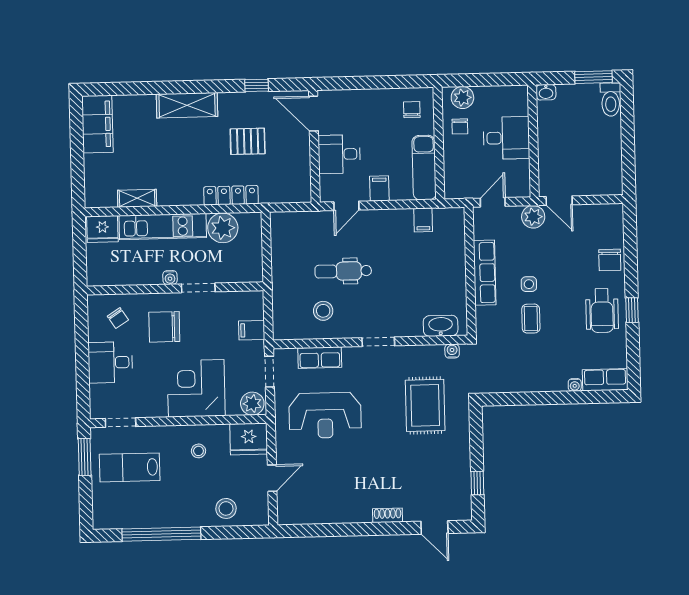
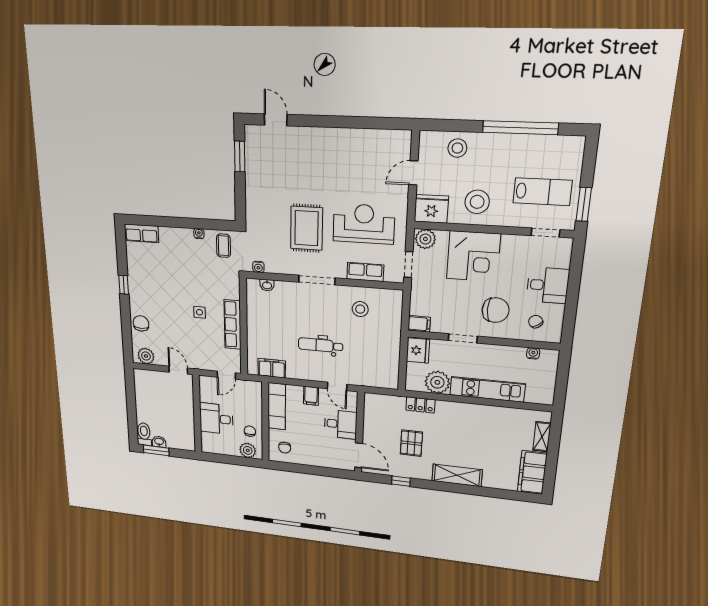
washbasin: (546, 92) -> (159, 442), moved
pallet: (248, 141) -> (411, 443), turned 90
locker: (231, 195) -> (420, 405), width x0.66
shelving: (137, 198) -> (542, 437), moved, turned 90
door: (346, 206) -> (337, 386), swing flipped
plant: (533, 217) -> (146, 356), moved
filing cabinet: (423, 220) -> (272, 368), width x2.00
fridge: (102, 229) -> (418, 350), moved, turned 90
dental chair: (343, 271) -> (320, 345), moved, turned 180
water cooler: (170, 278) -> (533, 353), moved
wheelchair: (602, 311) -> (145, 287), removed
coffee table: (531, 319) -> (224, 246), moved
washbasin: (441, 326) -> (267, 285), width x0.52, depth x0.69
filing cabinet: (252, 330) -> (419, 324), moved
doorway: (378, 342) -> (317, 280), width x1.38
water cooler: (575, 385) -> (199, 234), moved
rug: (425, 405) -> (306, 228), moved
stool: (198, 451) -> (477, 202), width x1.89, depth x1.89
window: (477, 483) -> (240, 157), width x1.50
shoe rack: (388, 515) -> (315, 133), removed

